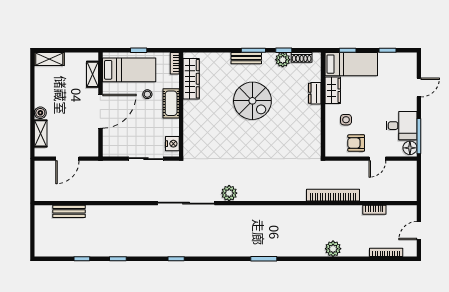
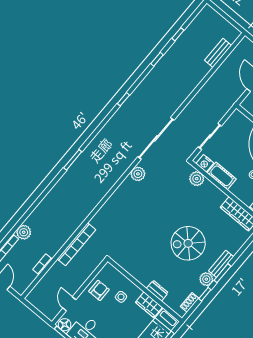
plant: (283, 60) -> (206, 279), moved
cot: (171, 103) -> (222, 176), moved
plant: (191, 140) -> (197, 179), added
door: (377, 159) -> (69, 304), moved
plant: (333, 249) -> (24, 232), moved

